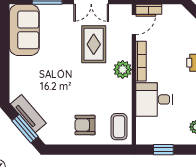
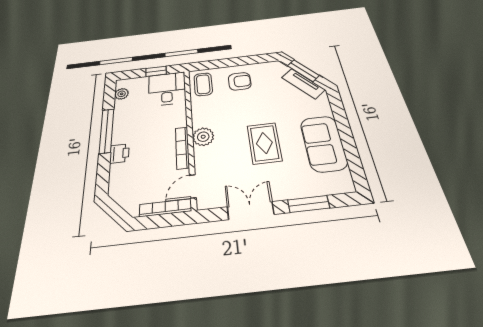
bookcase: (149, 9) -> (165, 208), width x1.56
sofa: (24, 30) -> (324, 143), moved
rug: (94, 44) -> (264, 143), moved
desk: (154, 99) -> (167, 89), moved, turned -90

